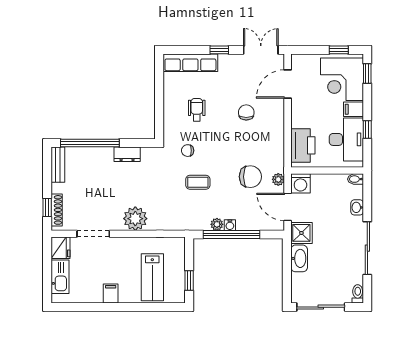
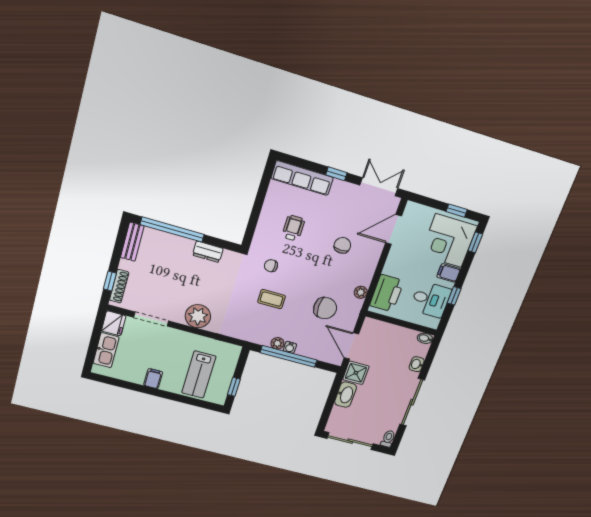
desk: (346, 139) -> (431, 299), width x0.73
plant: (278, 179) -> (361, 292), moved
washing machine: (300, 183) -> (371, 328), removed

